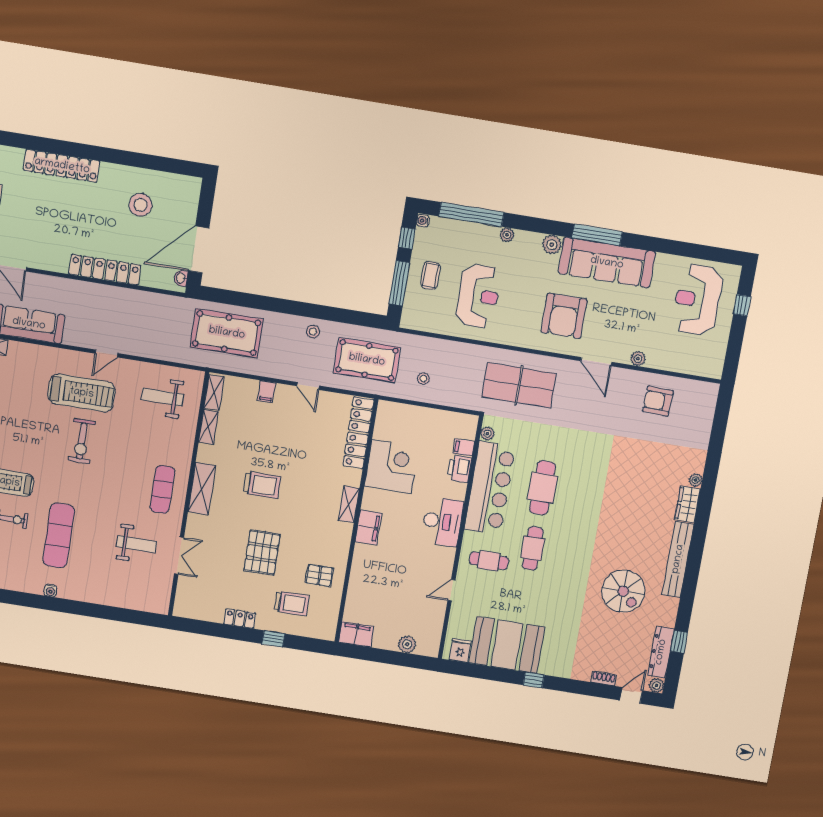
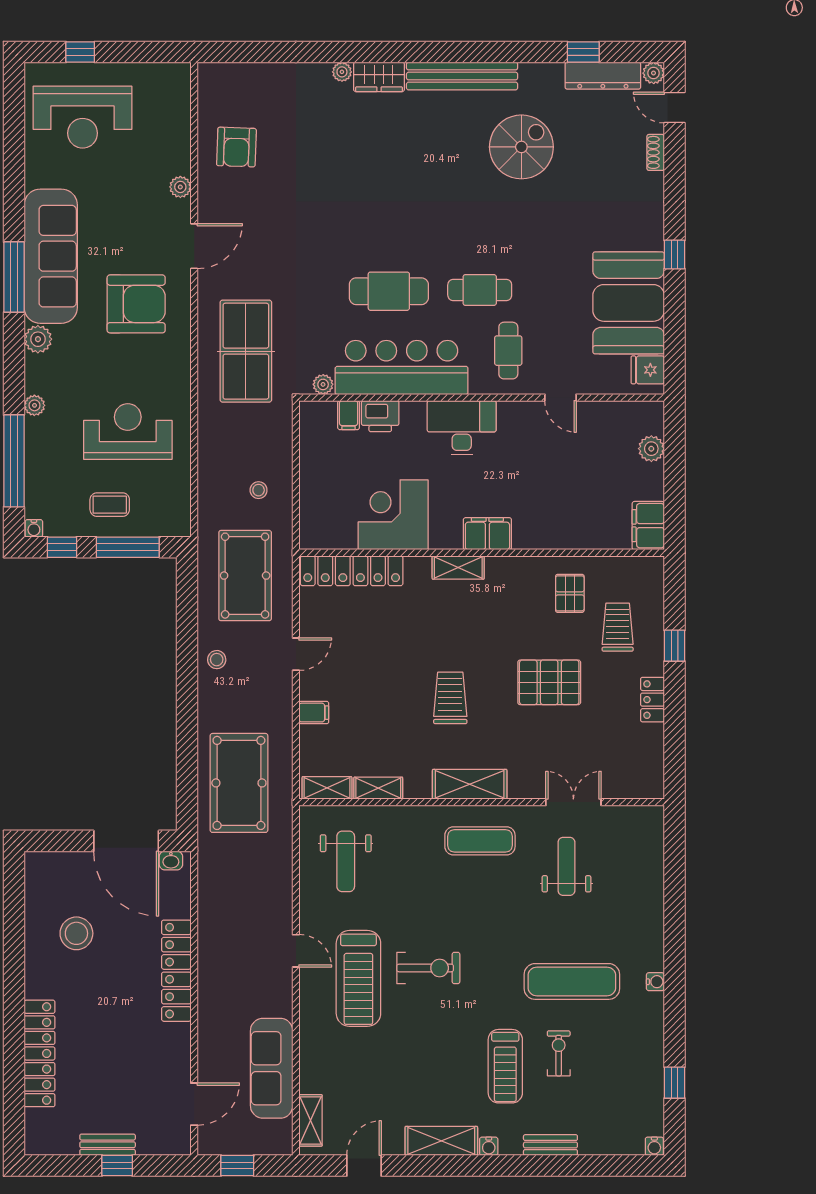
treadmill: (82, 393) -> (358, 978), turned 180

